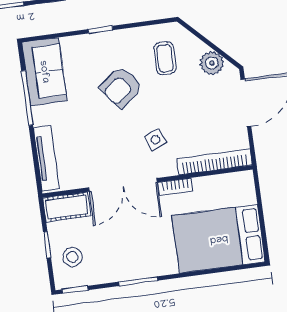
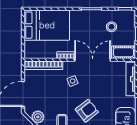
stool: (72, 257) -> (111, 27), moved

